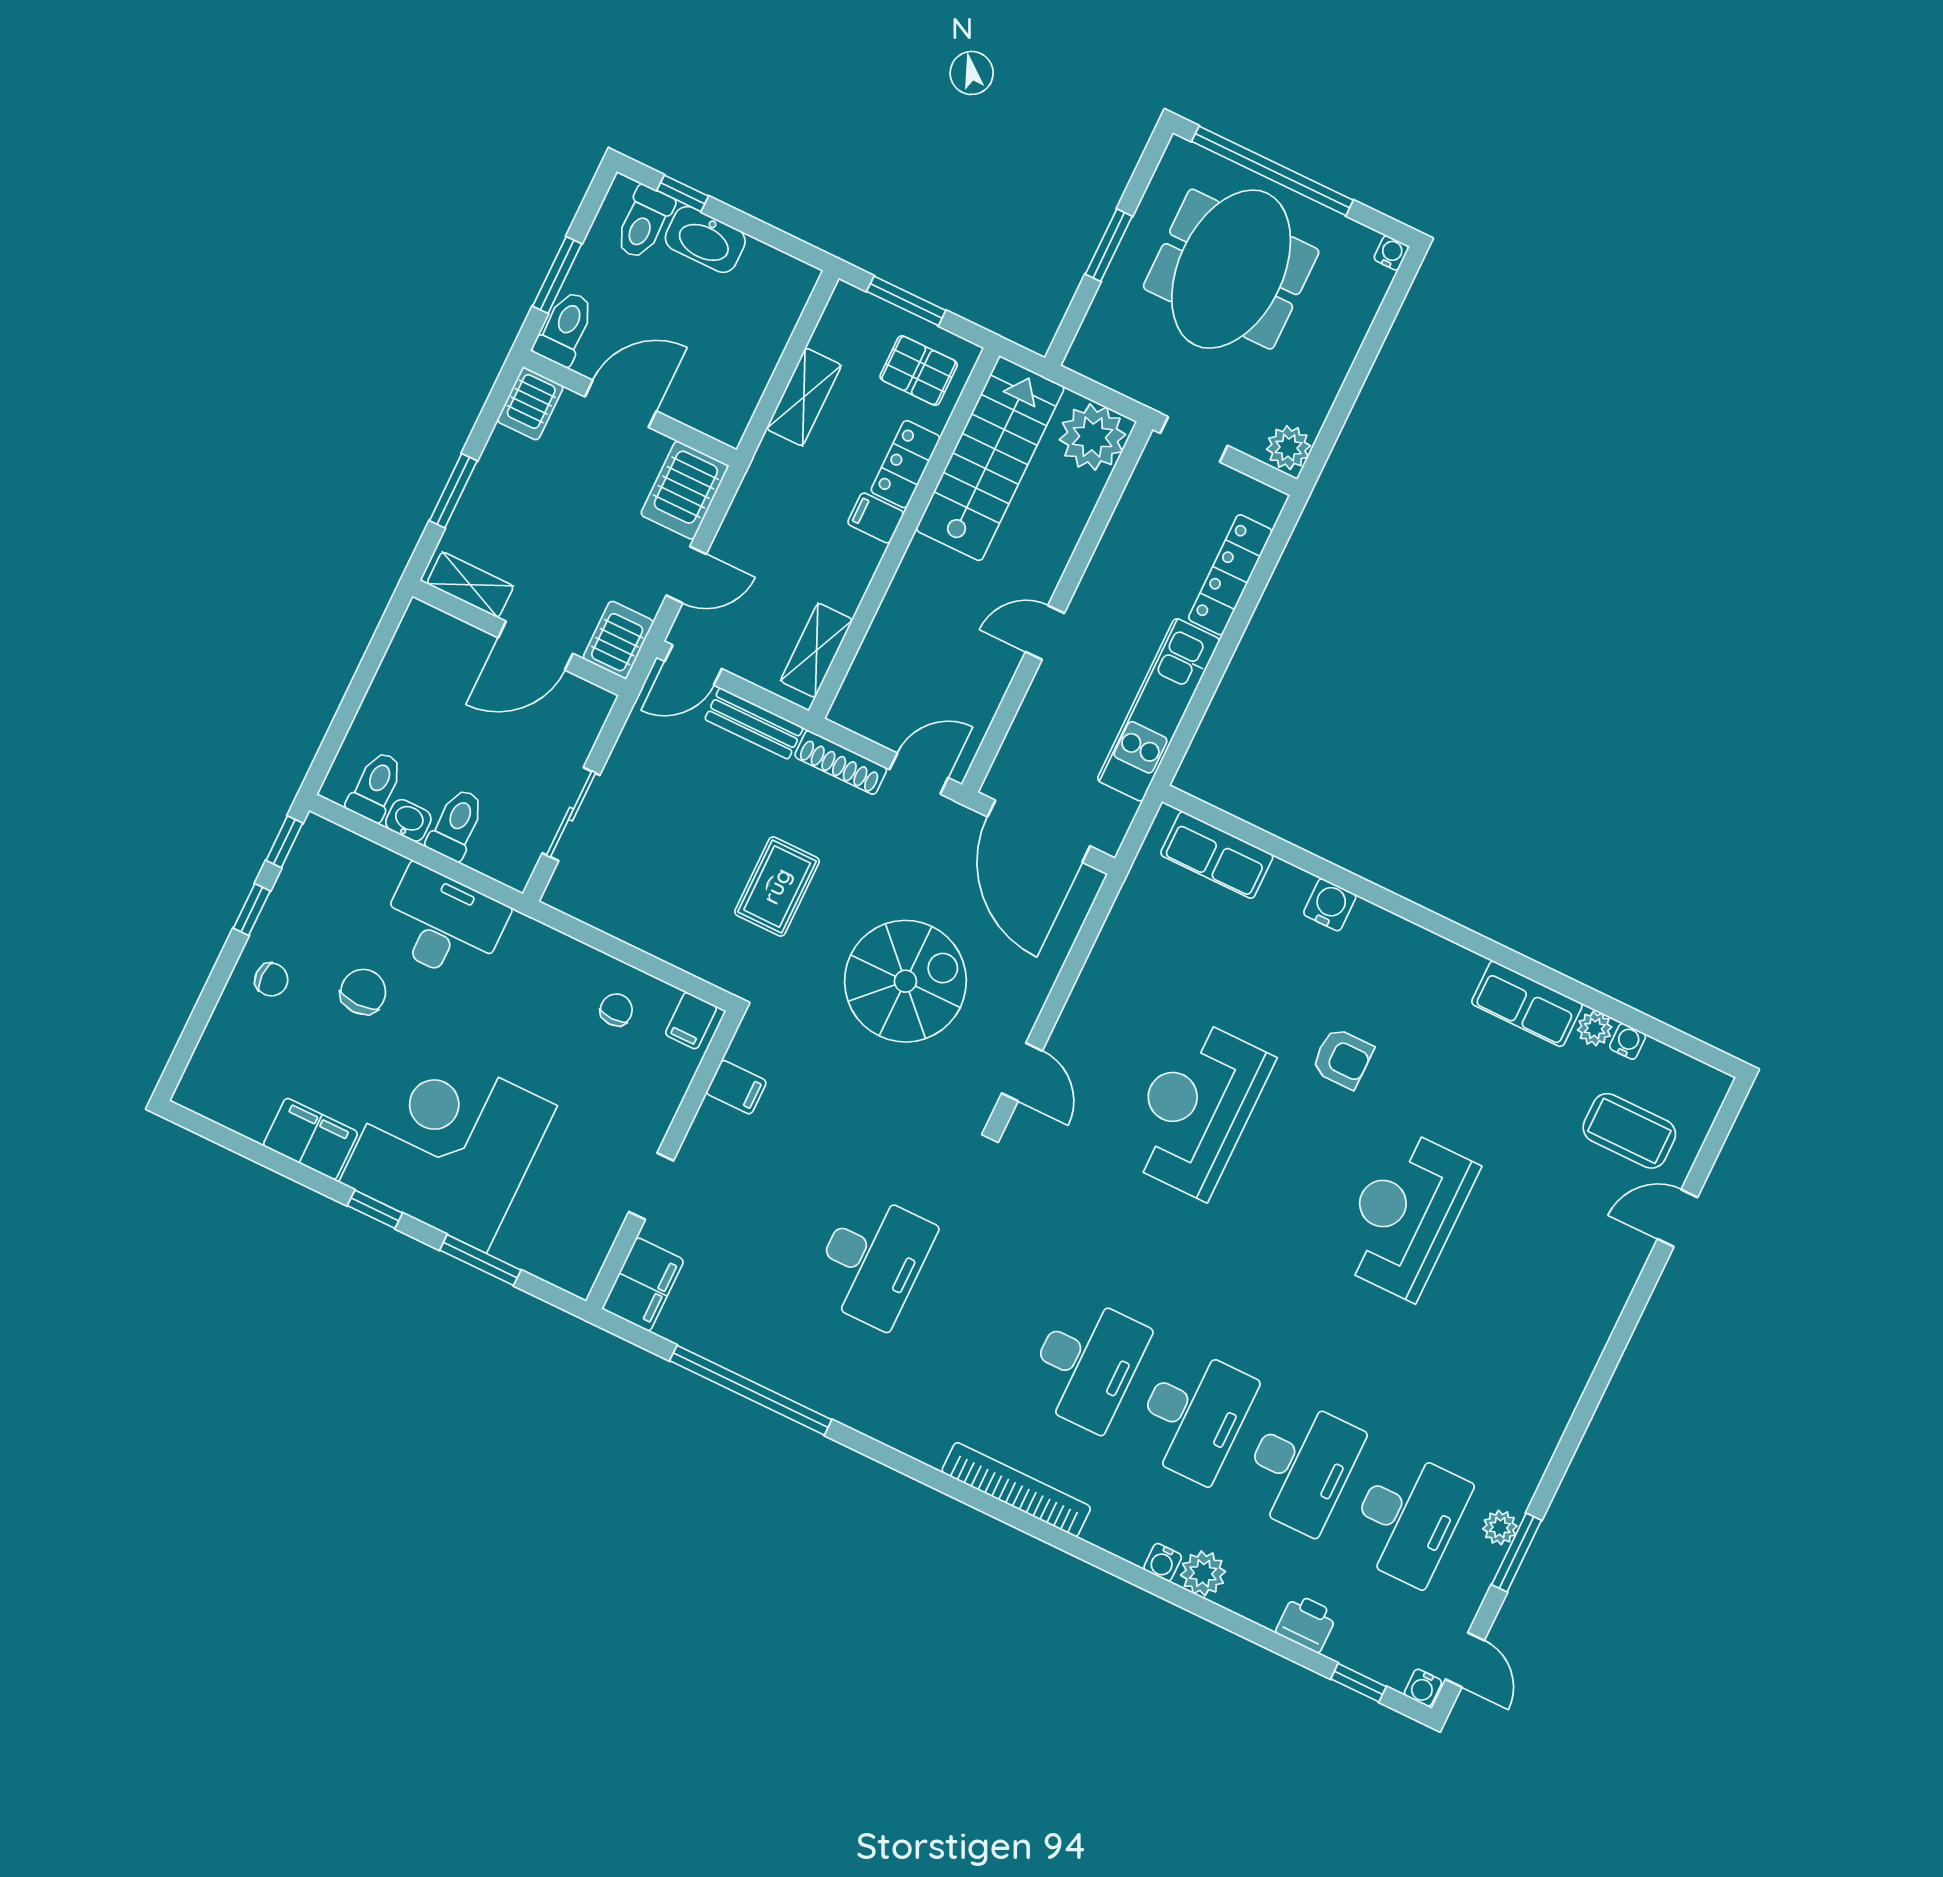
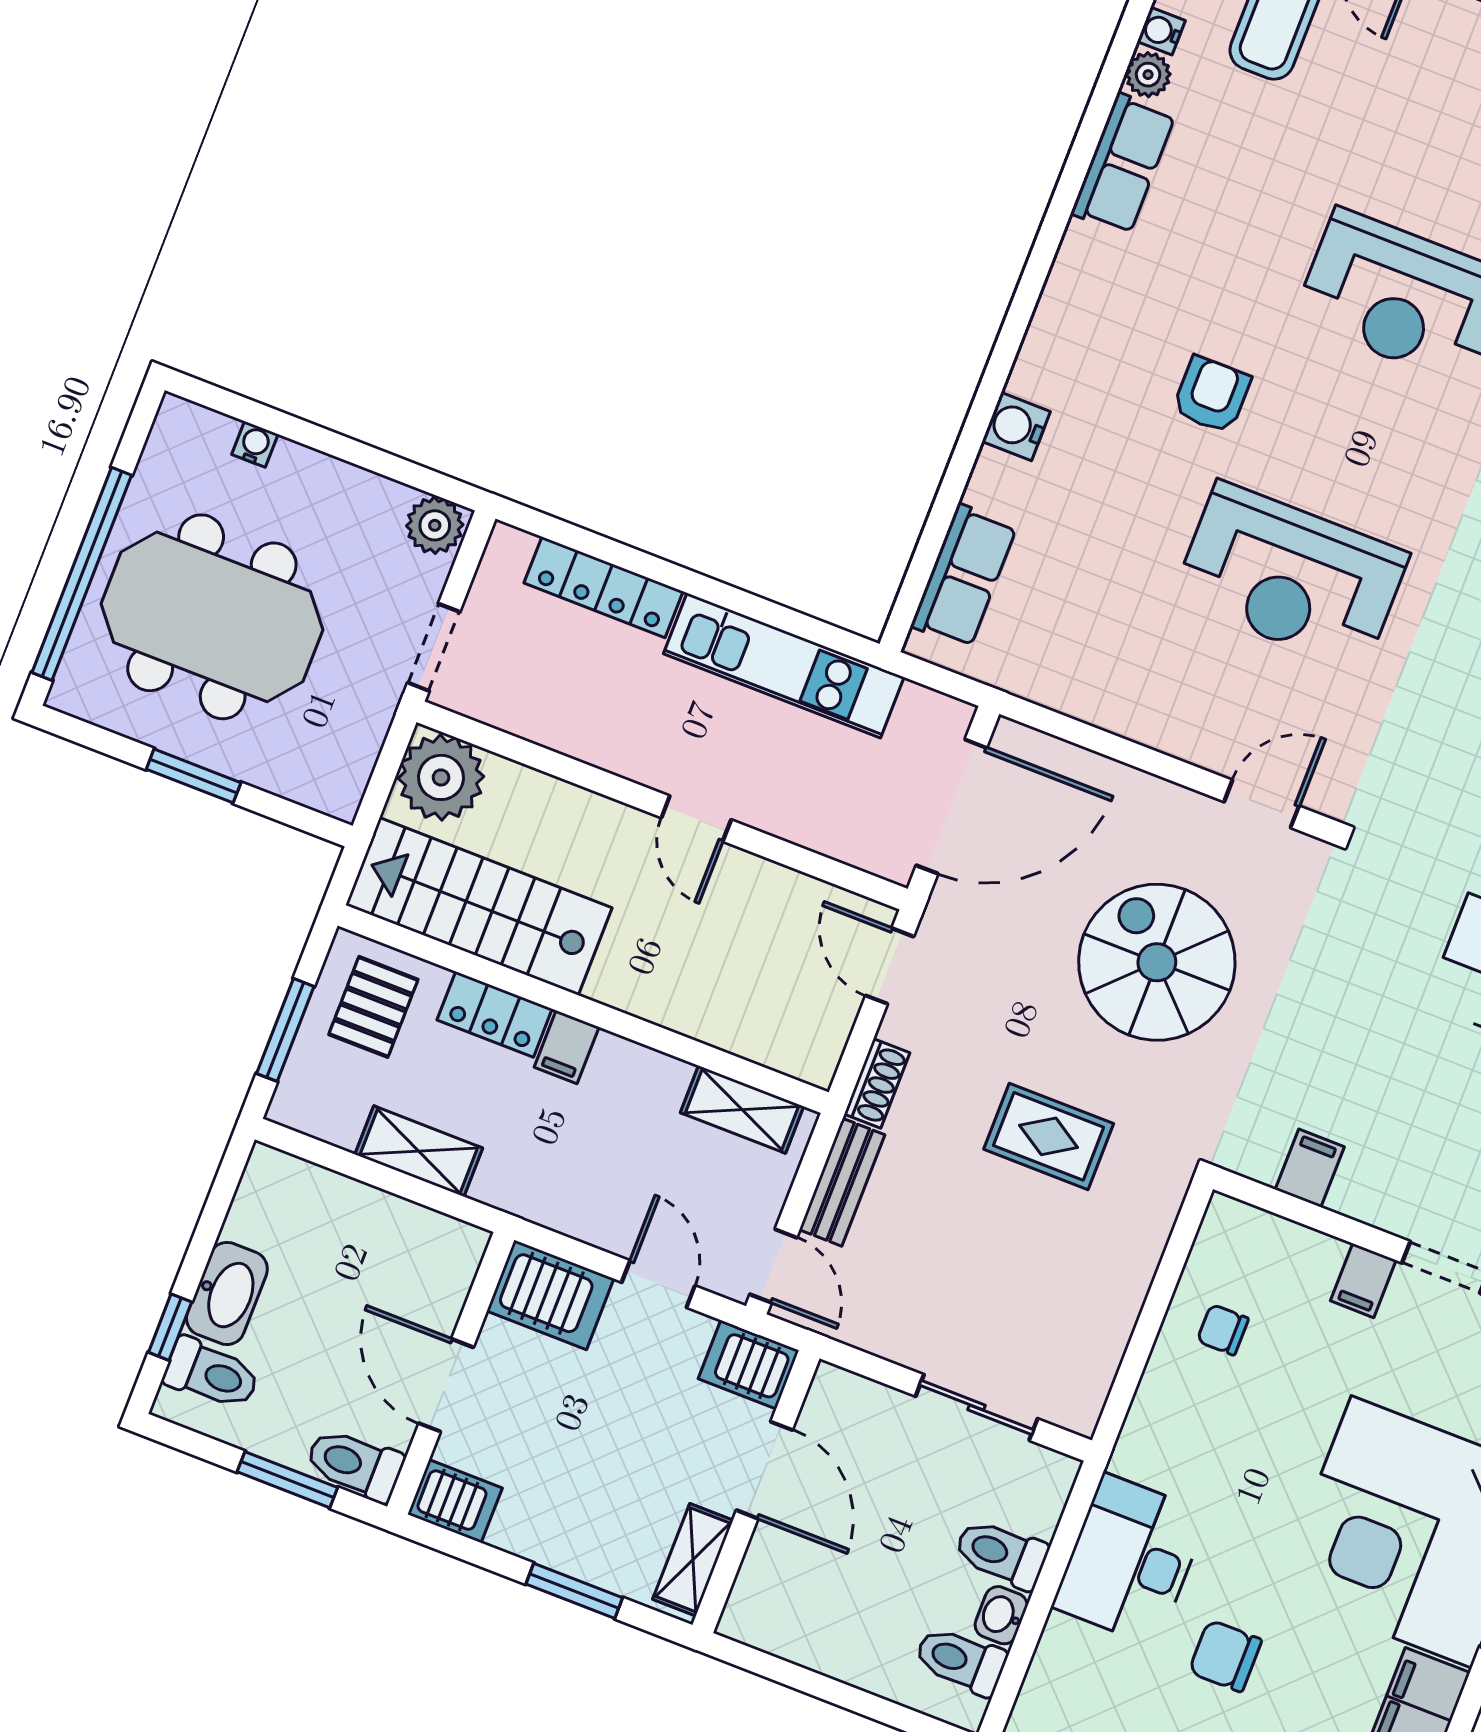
water cooler: (1391, 253) -> (255, 444), moved, turned 90
shoe rack: (841, 762) -> (877, 1083), width x0.70
filing cabinet: (691, 1021) -> (1363, 1280), moved, turned 90

